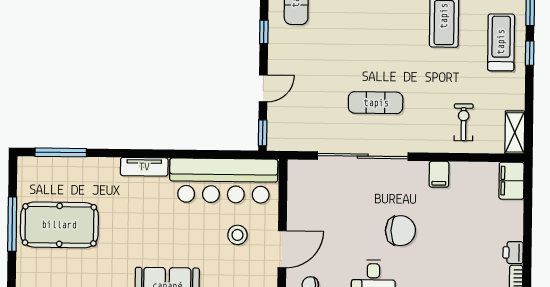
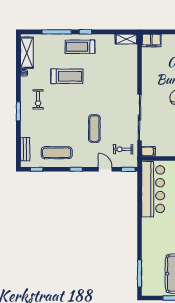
exercise mat: (376, 103) -> (94, 129), moved
exercise bike: (464, 122) -> (123, 149), moved
tv unit: (144, 167) -> (146, 230), removed
filing cabinet: (439, 174) -> (148, 151), moved

